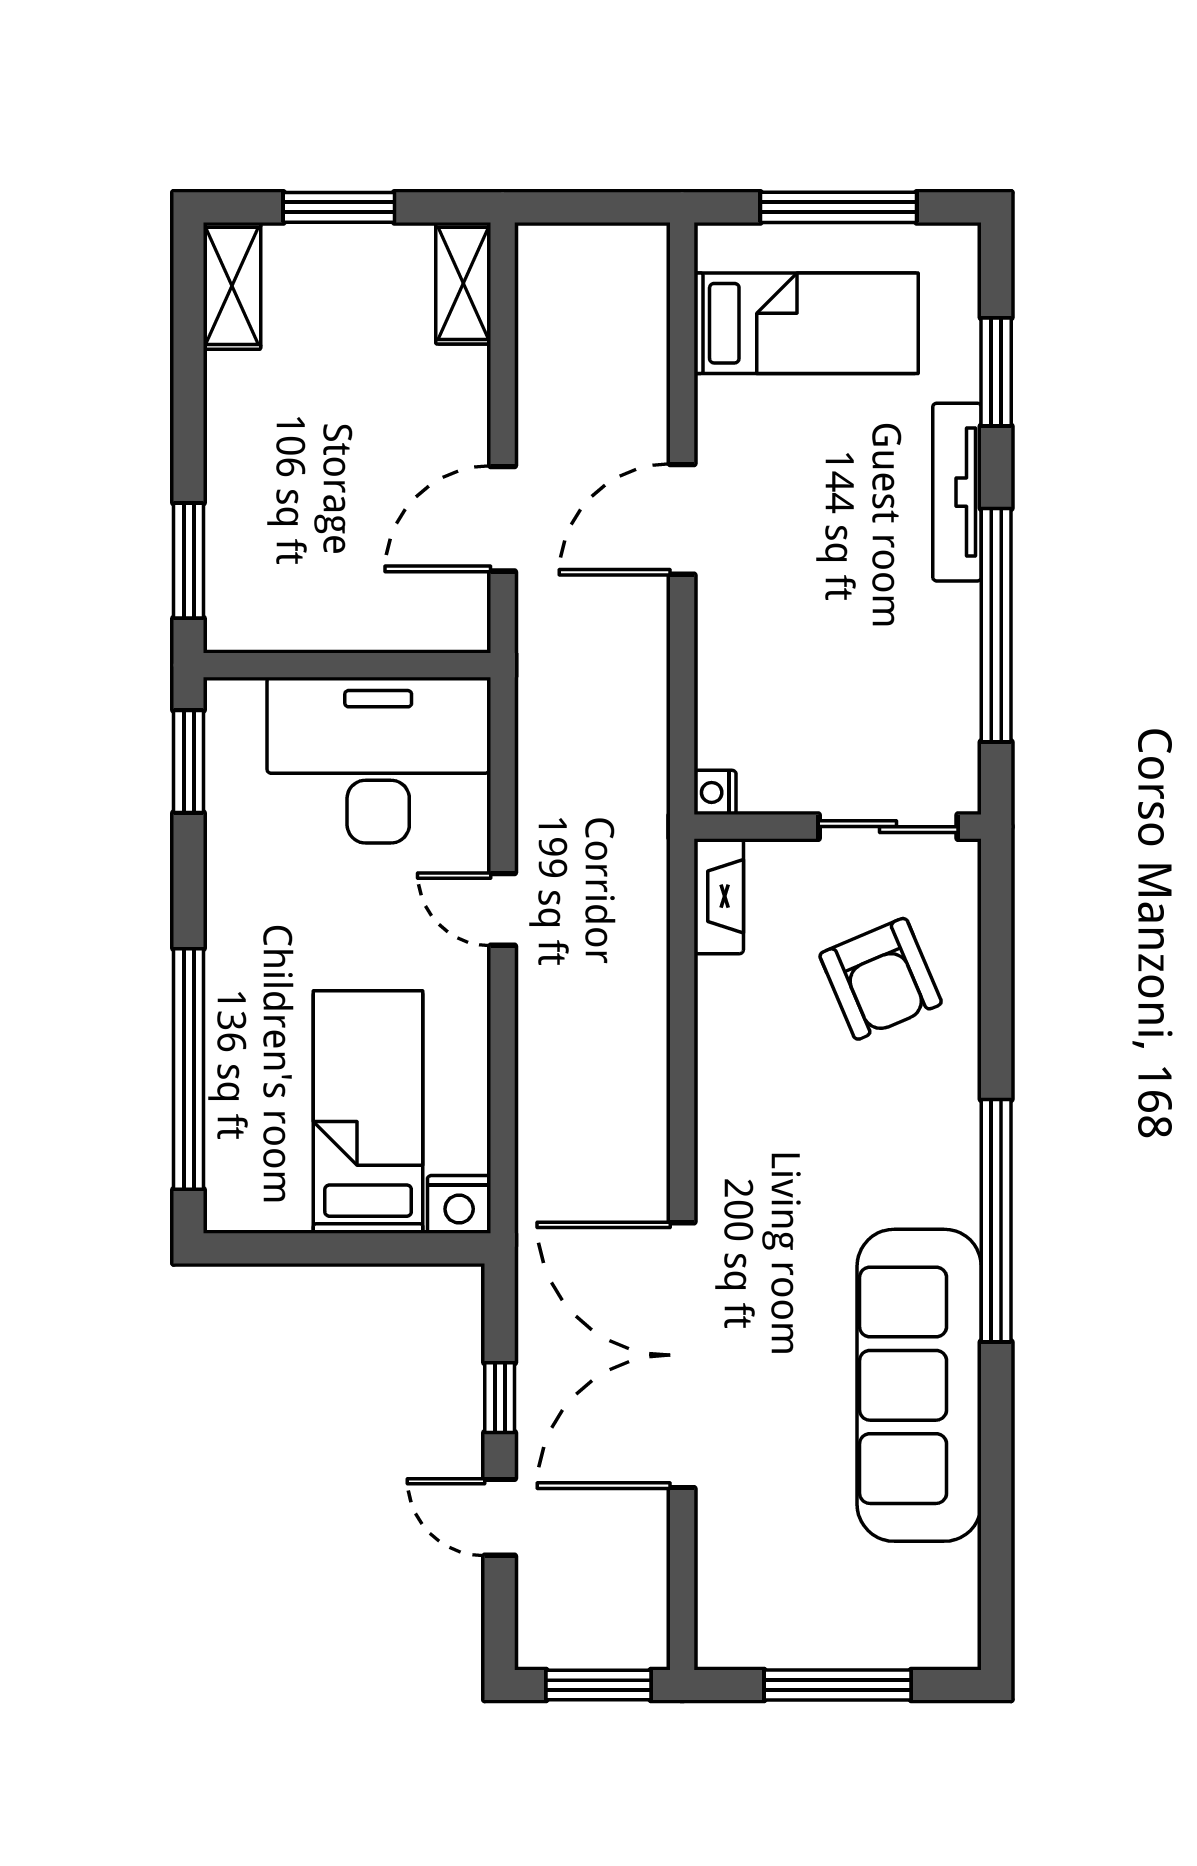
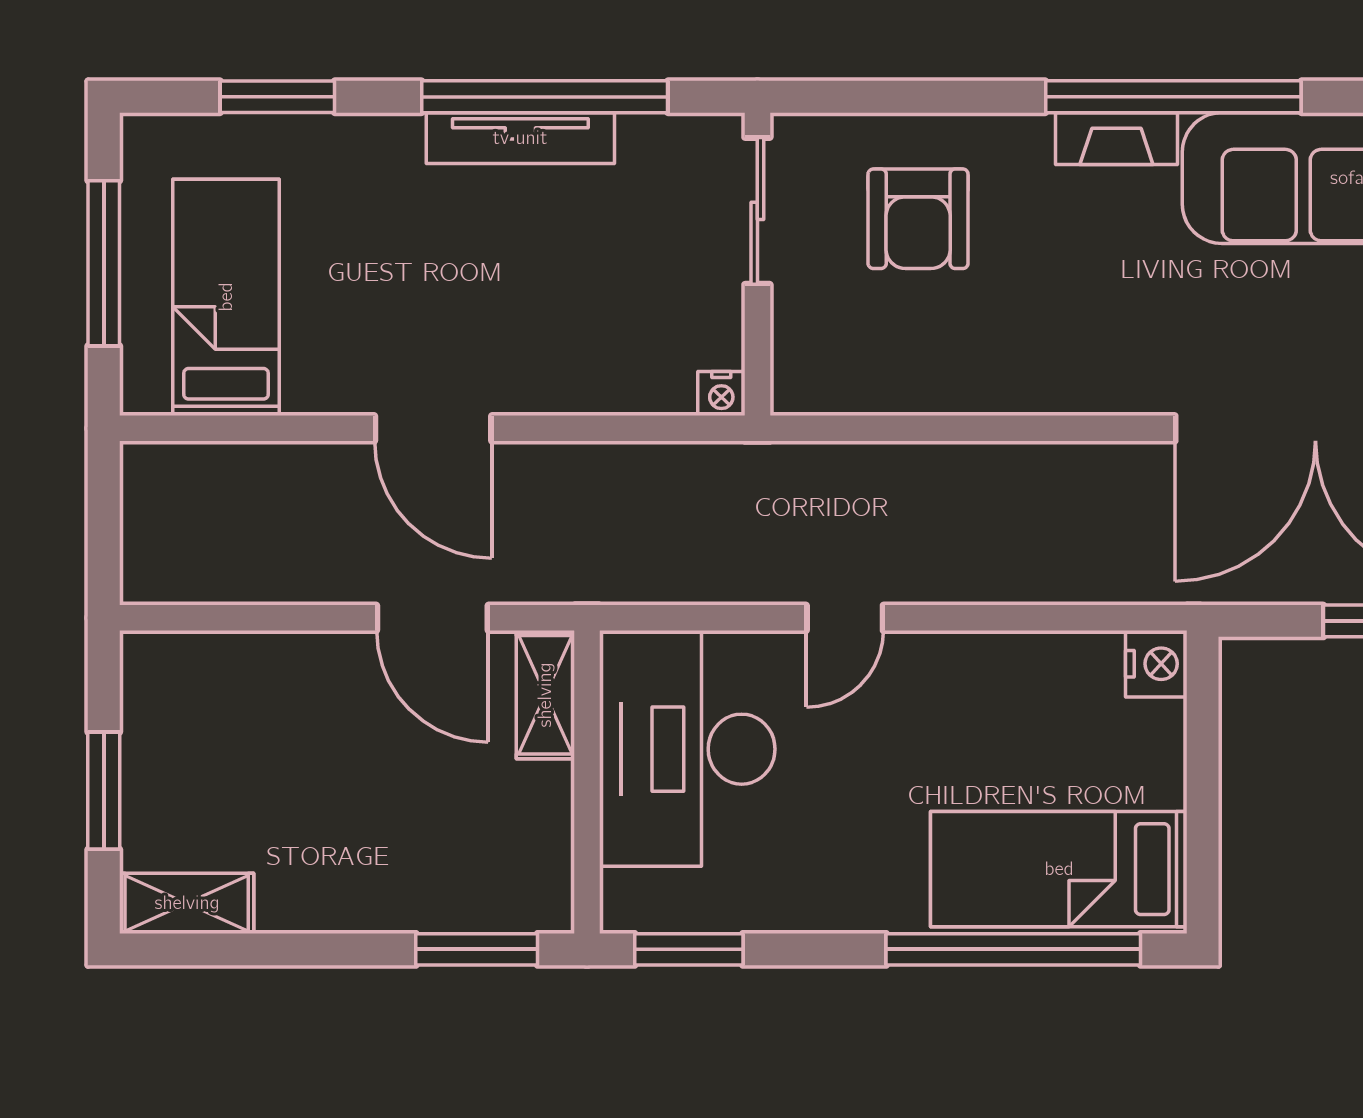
shelving: (463, 283) -> (545, 695), moved, turned 90
tv unit: (957, 492) -> (520, 138), moved
fireplace: (719, 896) -> (1116, 139), moved, turned 180
armchair: (881, 979) -> (918, 219), turned 113
bed: (368, 1112) -> (1059, 869), moved

